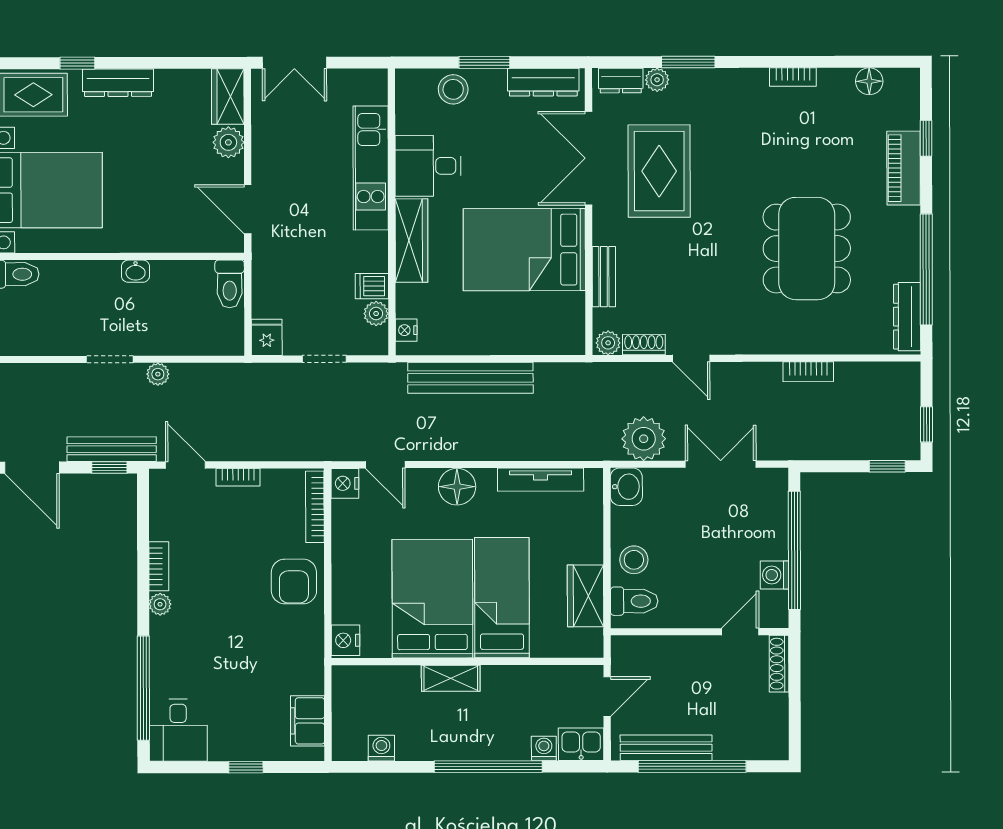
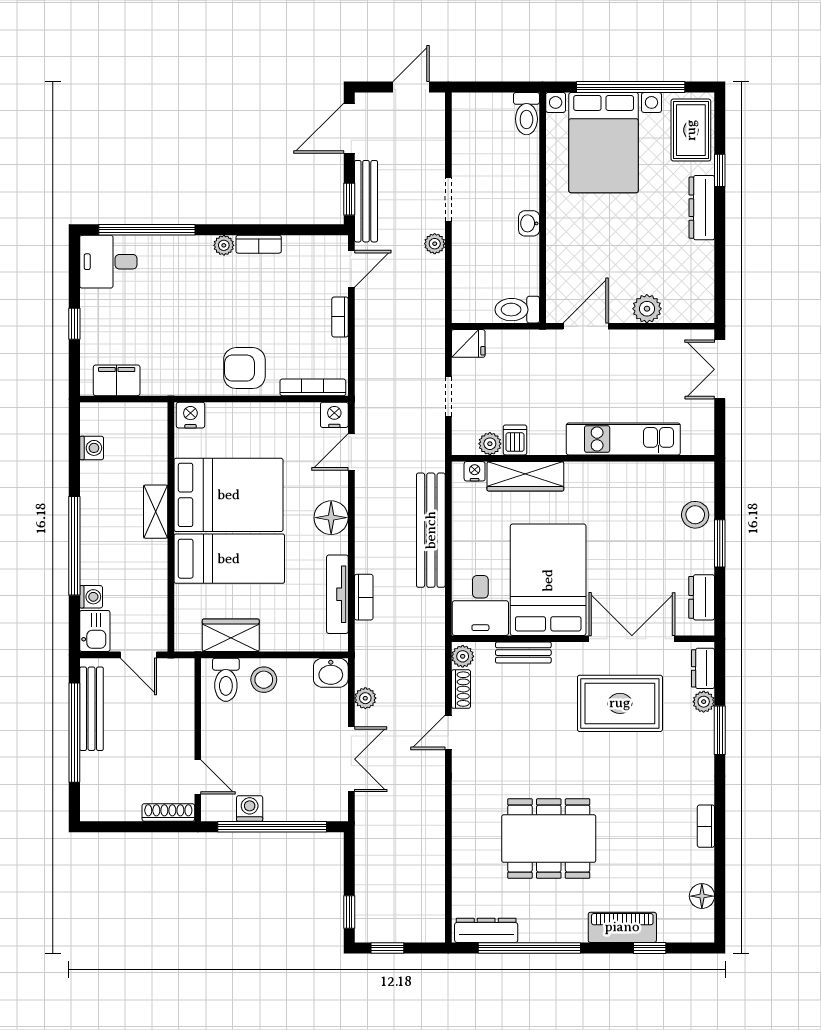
dresser: (543, 82) -> (702, 597), width x0.70
wardrobe: (228, 97) -> (689, 308), removed
desk: (428, 166) -> (480, 605), moved, turned 180
wardrobe: (411, 241) -> (525, 476), moved
bookcase: (808, 372) -> (364, 597), moved, turned 180
plant: (644, 439) -> (365, 698), width x0.53, depth x0.53

